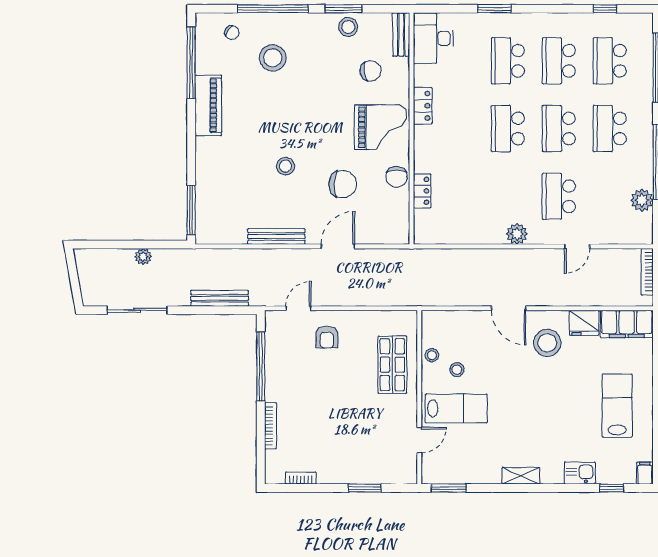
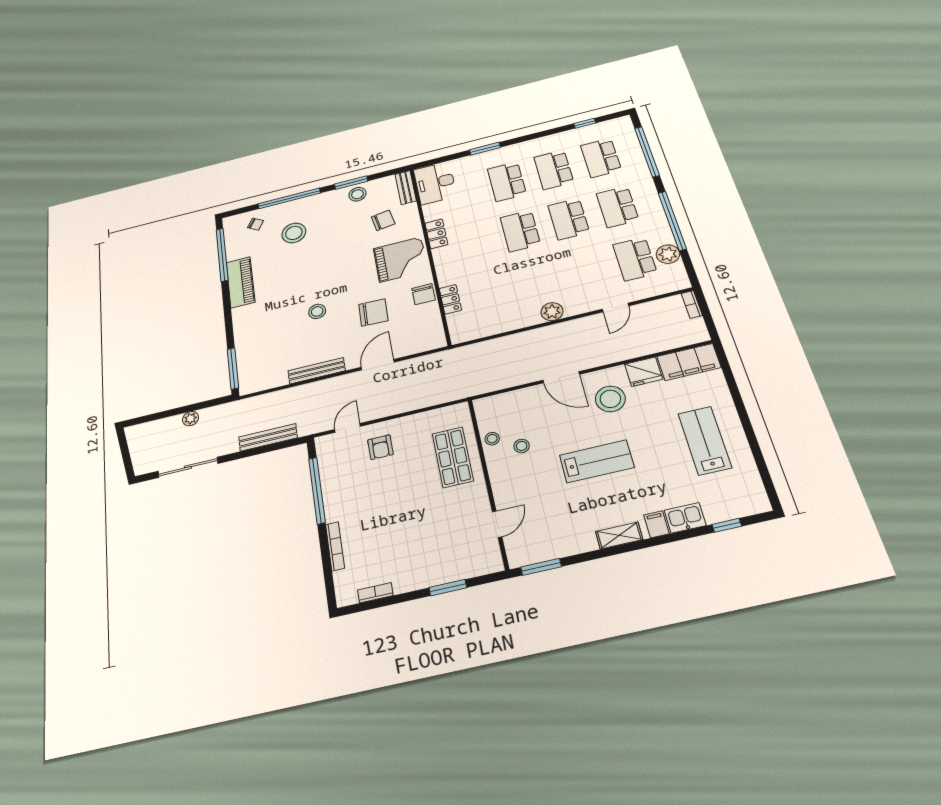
school desk: (559, 196) -> (635, 259), moved
bookcase: (647, 272) -> (692, 304), width x0.64
lab bench: (456, 408) -> (597, 461), moved
filing cabinet: (645, 473) -> (656, 524), moved

